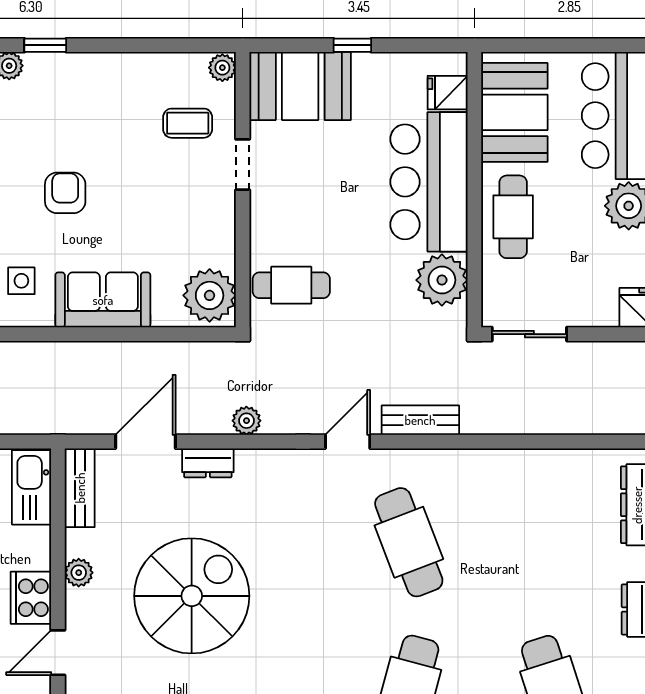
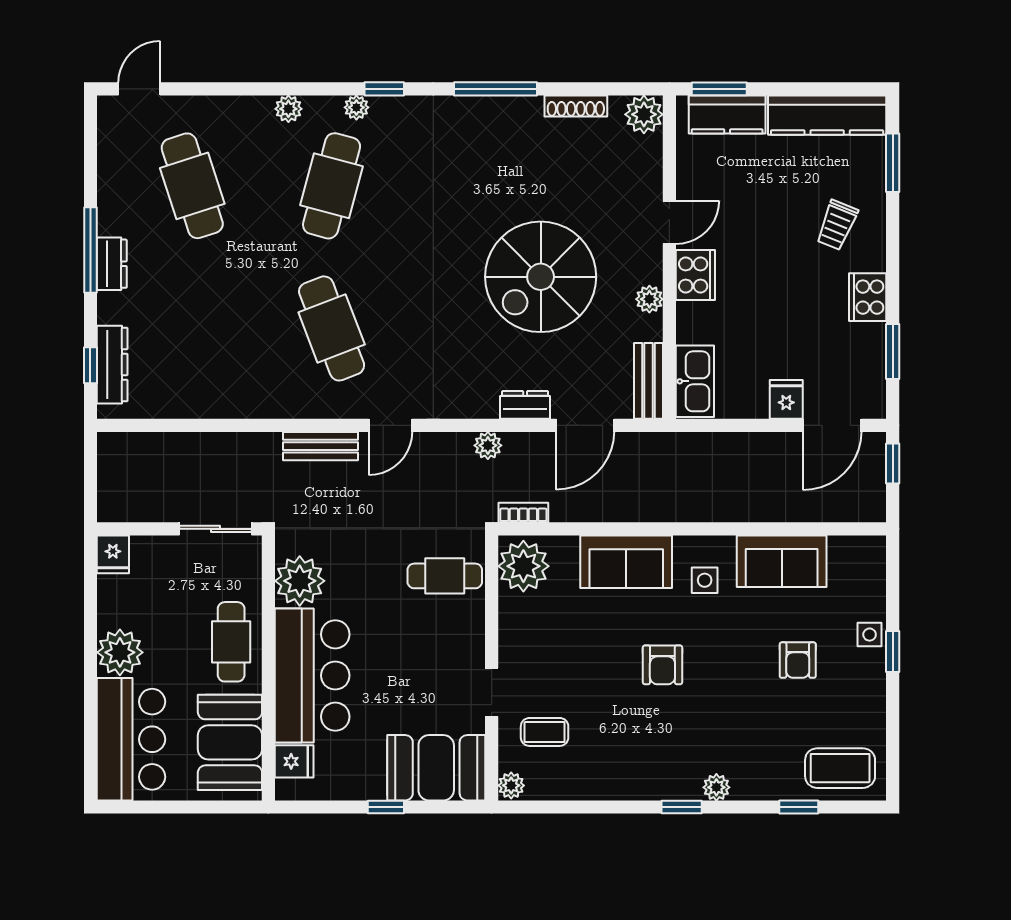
bookcase: (210, 351) -> (523, 512), added

